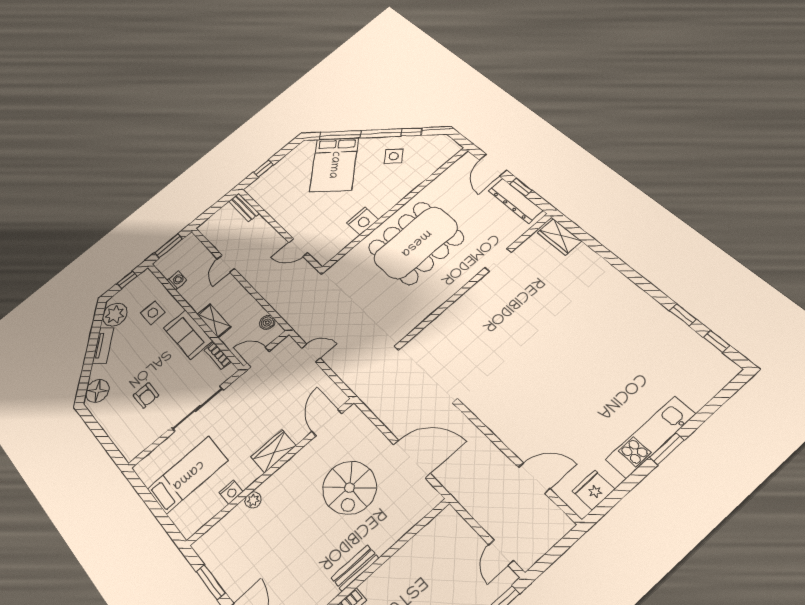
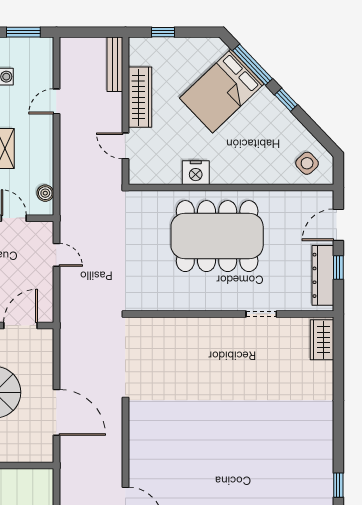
window: (411, 132) -> (286, 100), moved
side table: (394, 156) -> (307, 163), moved
bench: (244, 207) -> (115, 64), width x1.36
wardrobe: (282, 214) -> (140, 97), added

